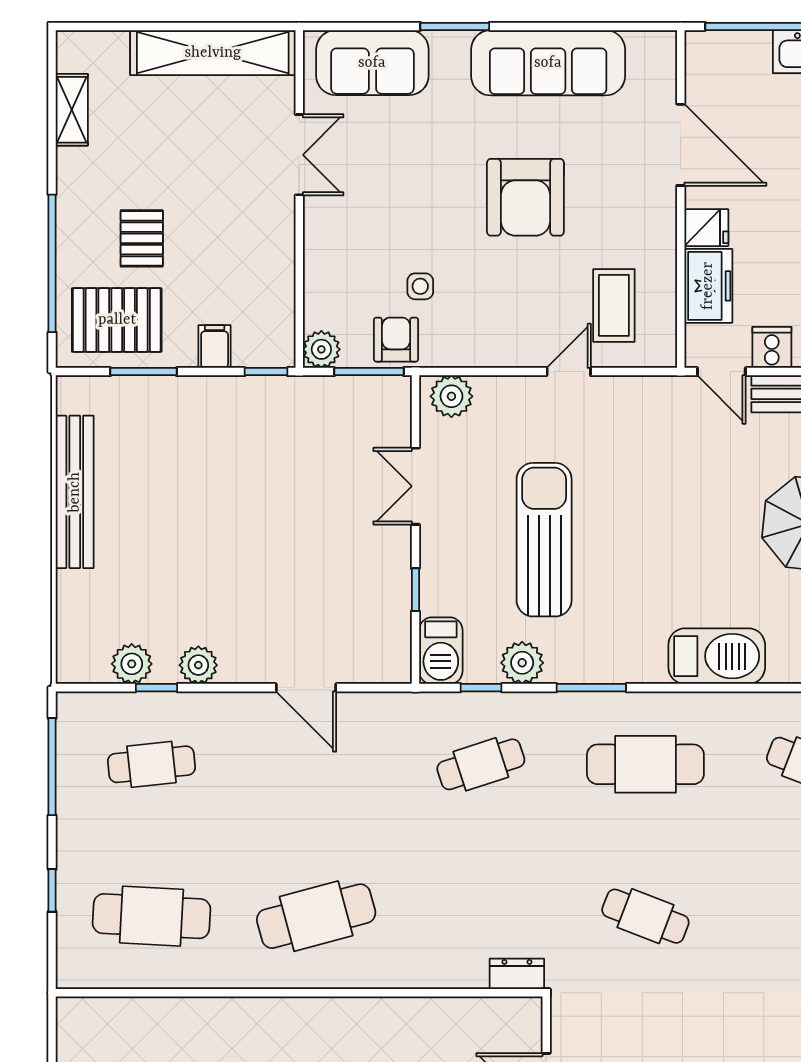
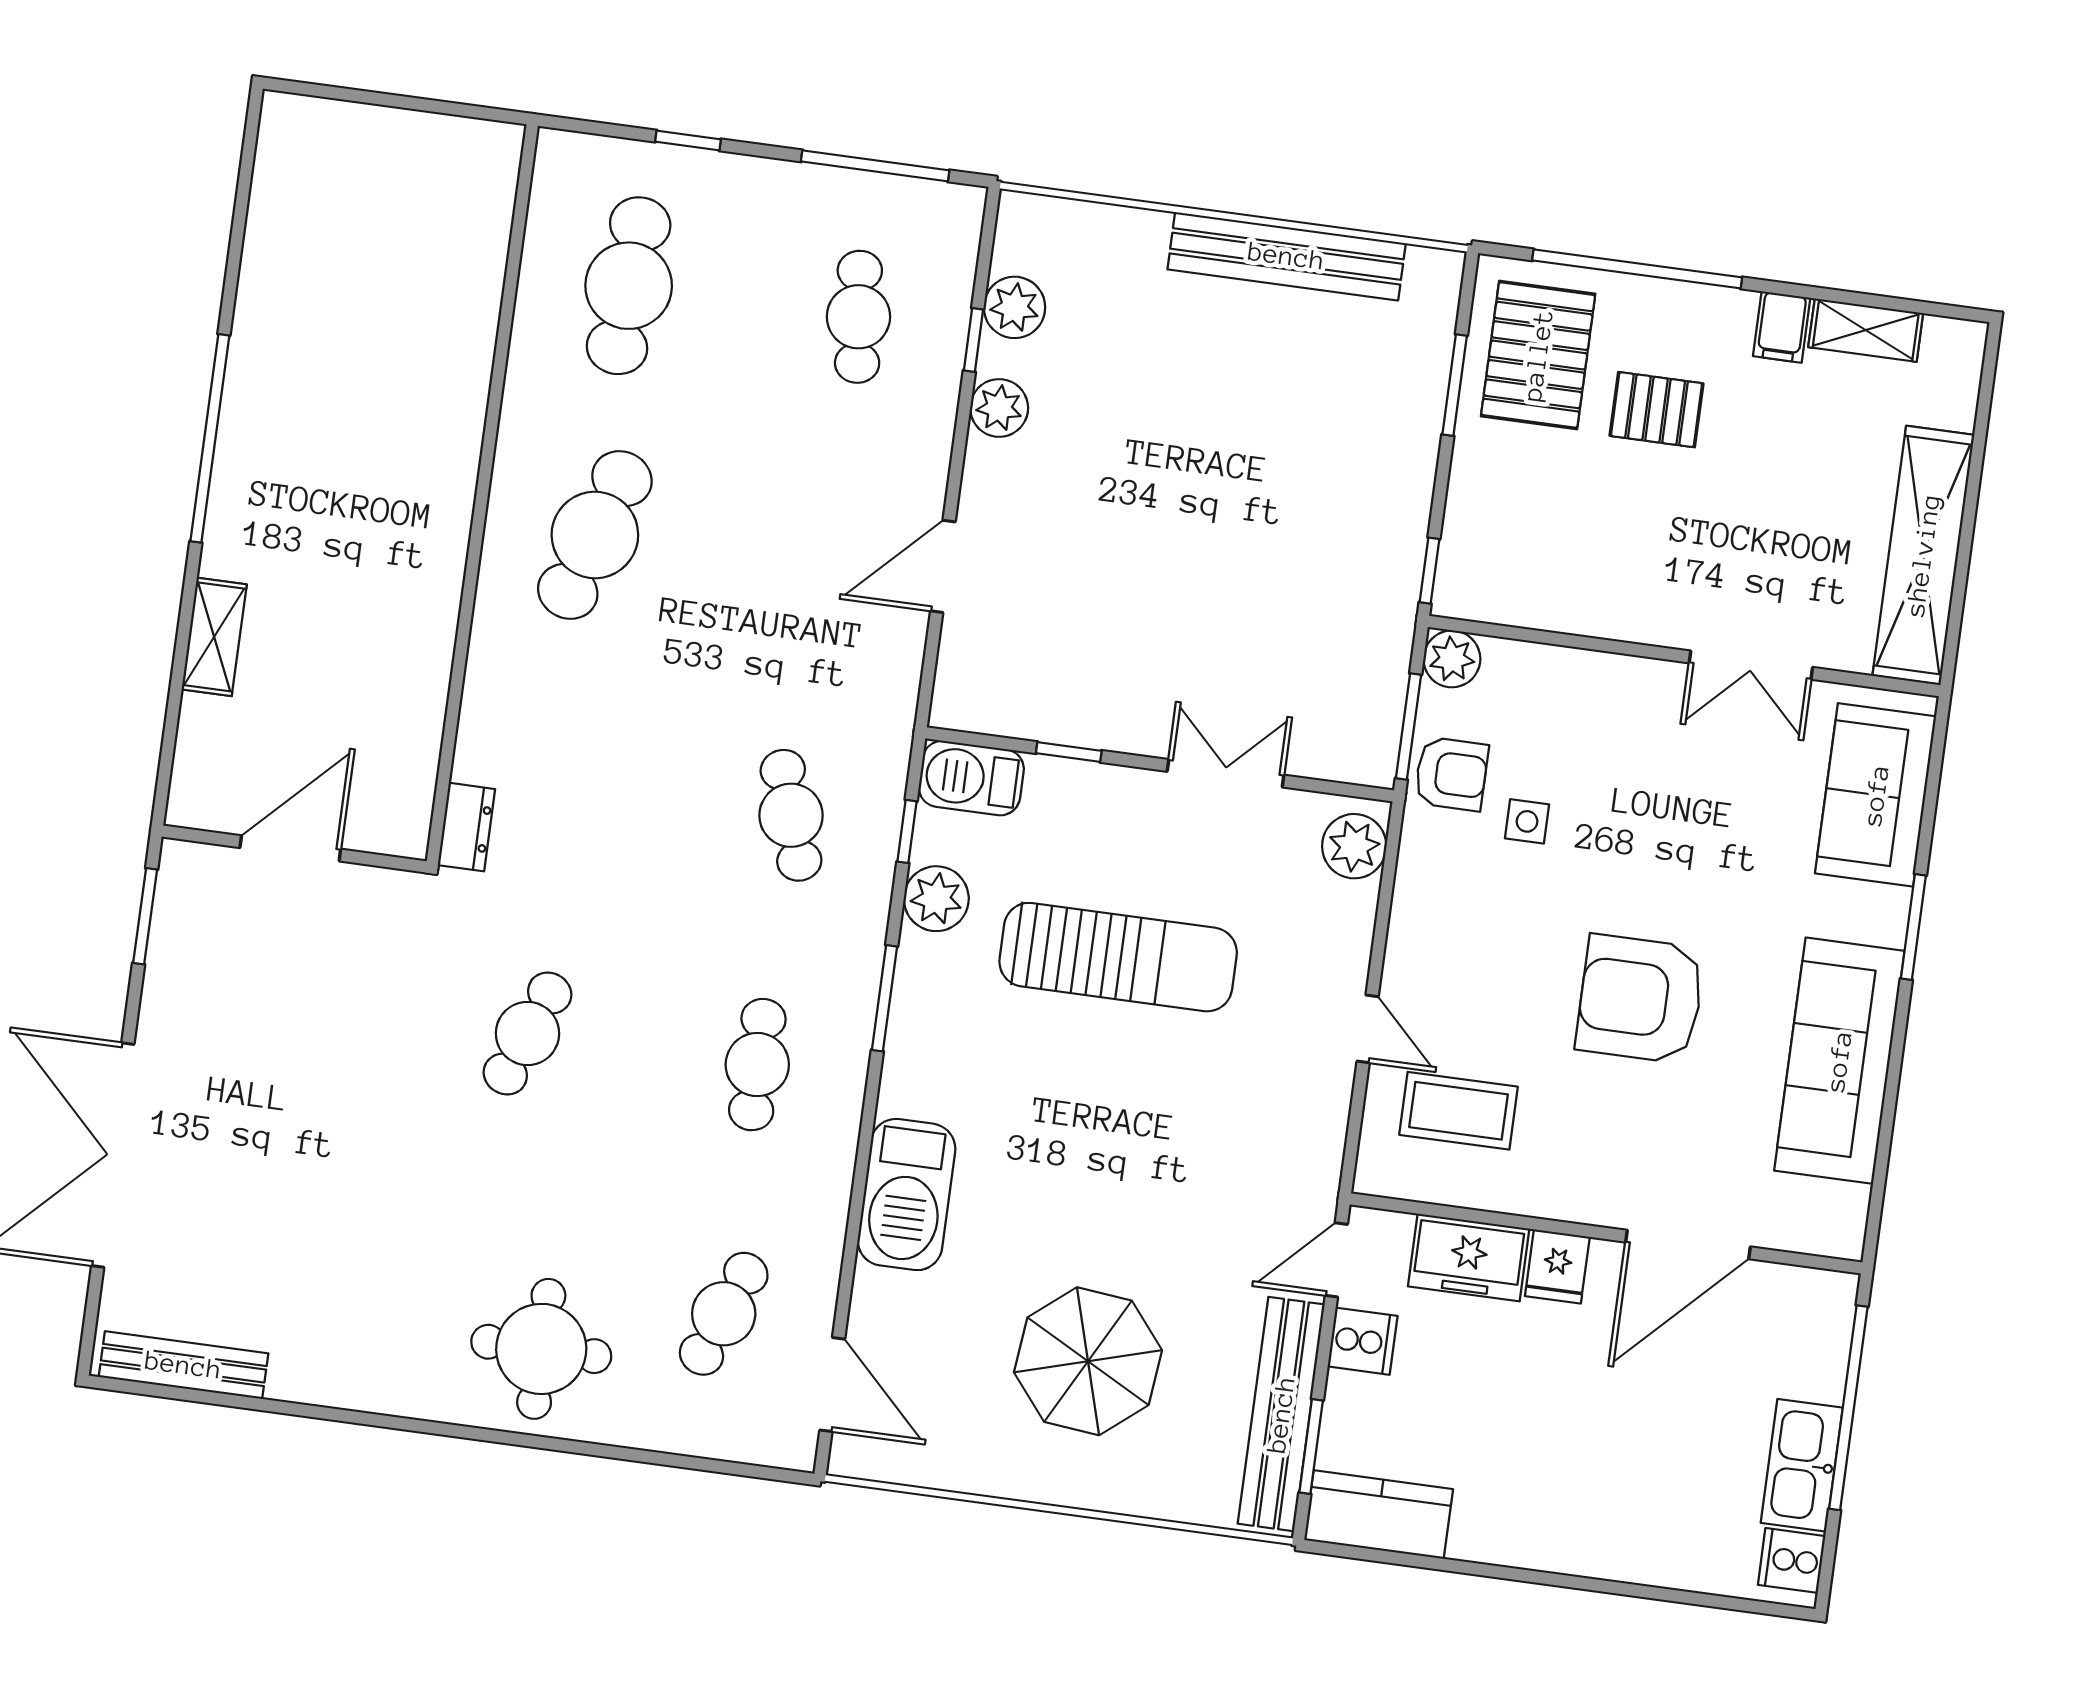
filing cabinet: (215, 347) -> (1782, 327), moved, turned 90
cafe table: (645, 764) -> (757, 1065), width x0.73, depth x0.74
cafe table: (316, 916) -> (595, 535), turned 33

